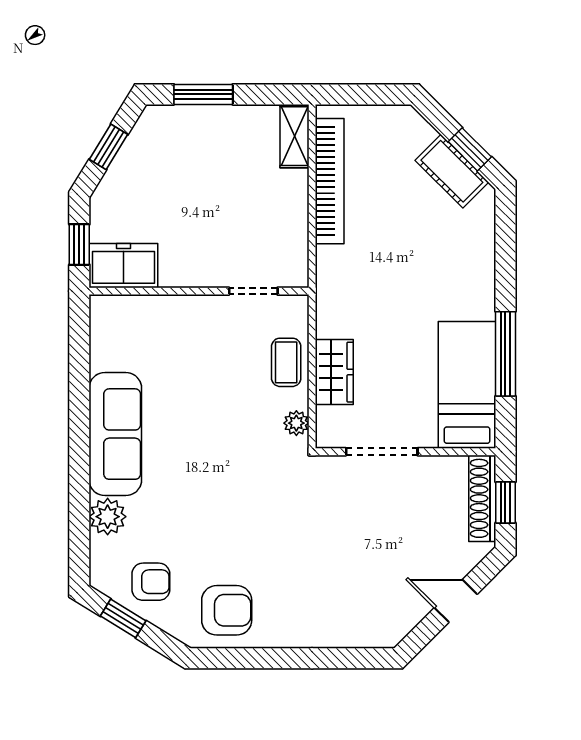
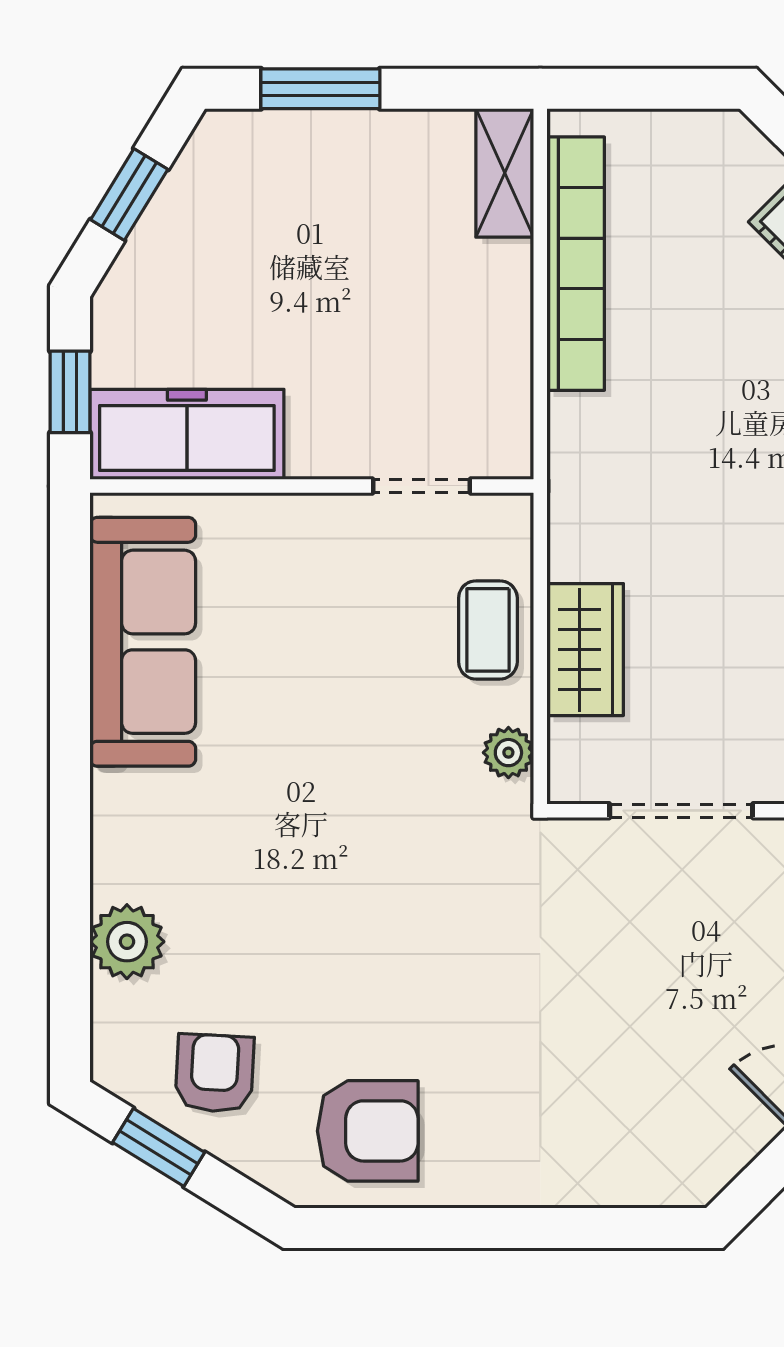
freezer: (123, 266) -> (187, 434), width x1.40
sofa: (115, 434) -> (143, 642), moved
armchair: (151, 582) -> (215, 1073), turned -87

